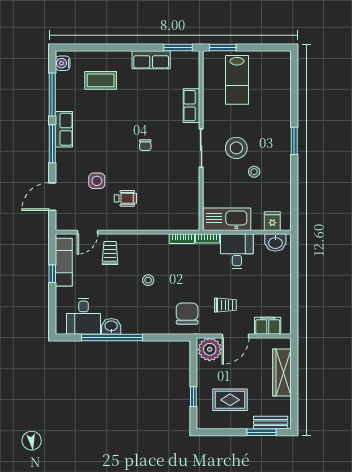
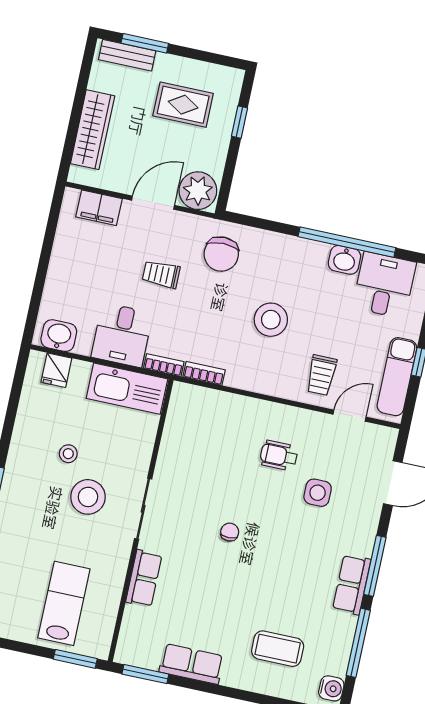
stool: (148, 280) -> (271, 320), width x1.89, depth x1.89
trolley: (225, 305) -> (161, 274), moved

